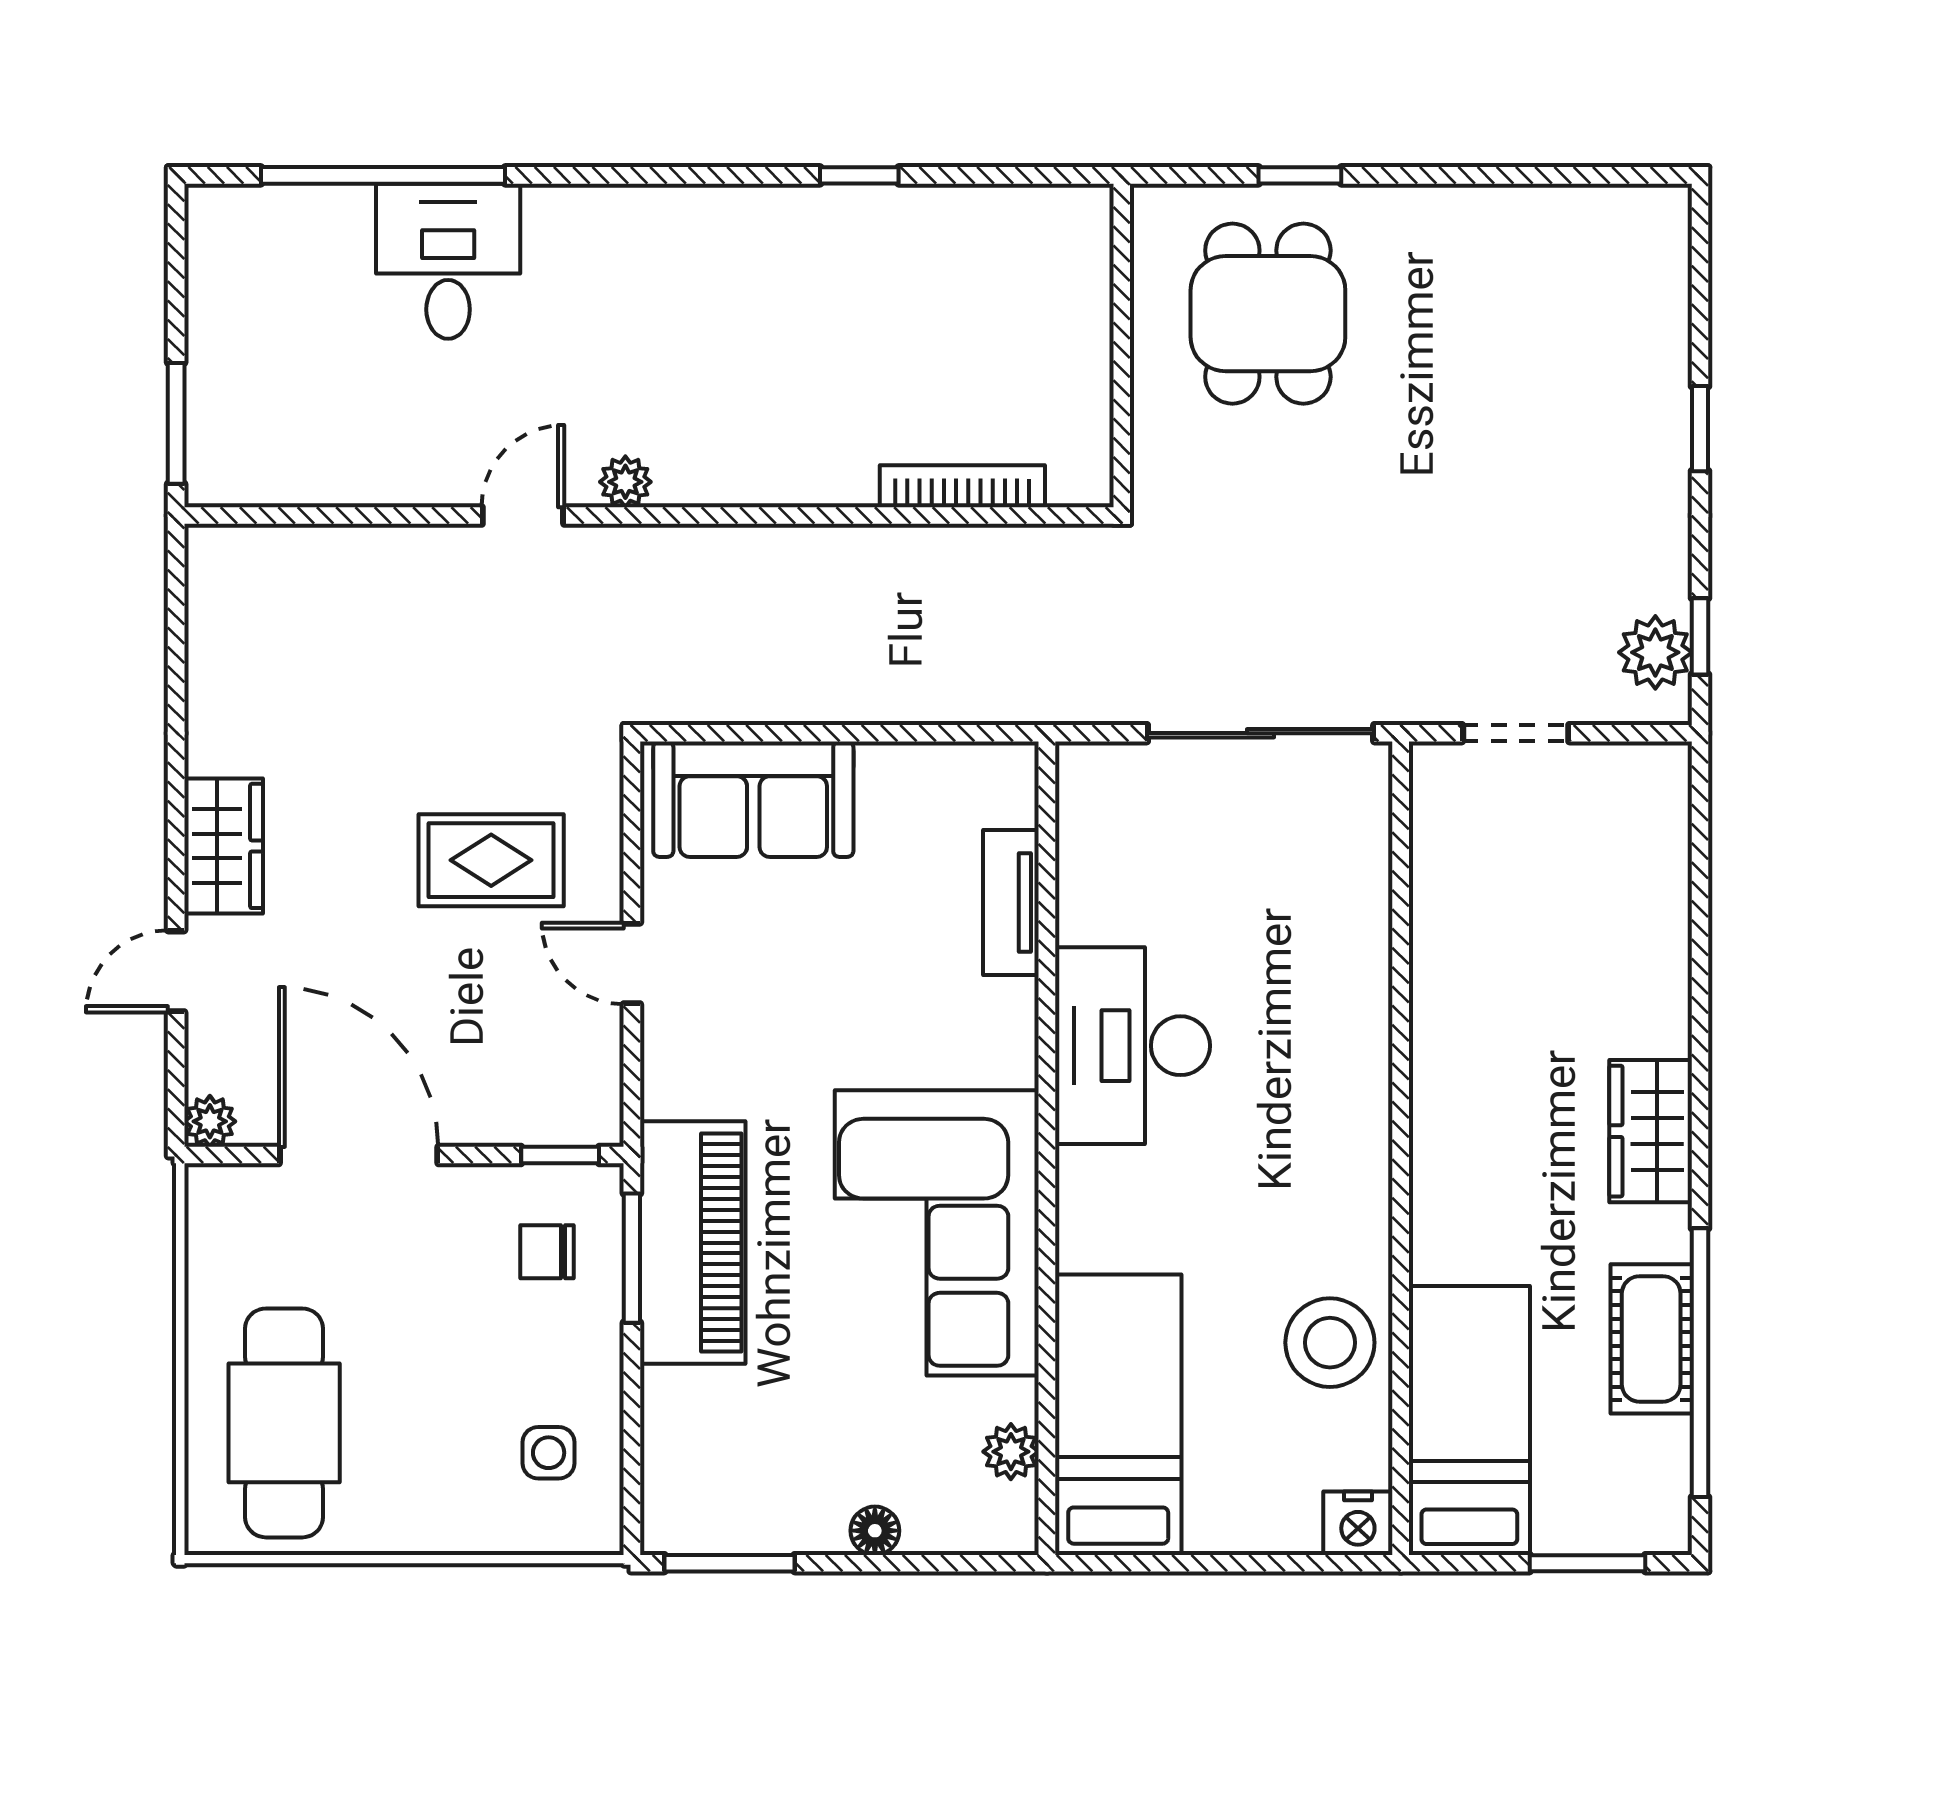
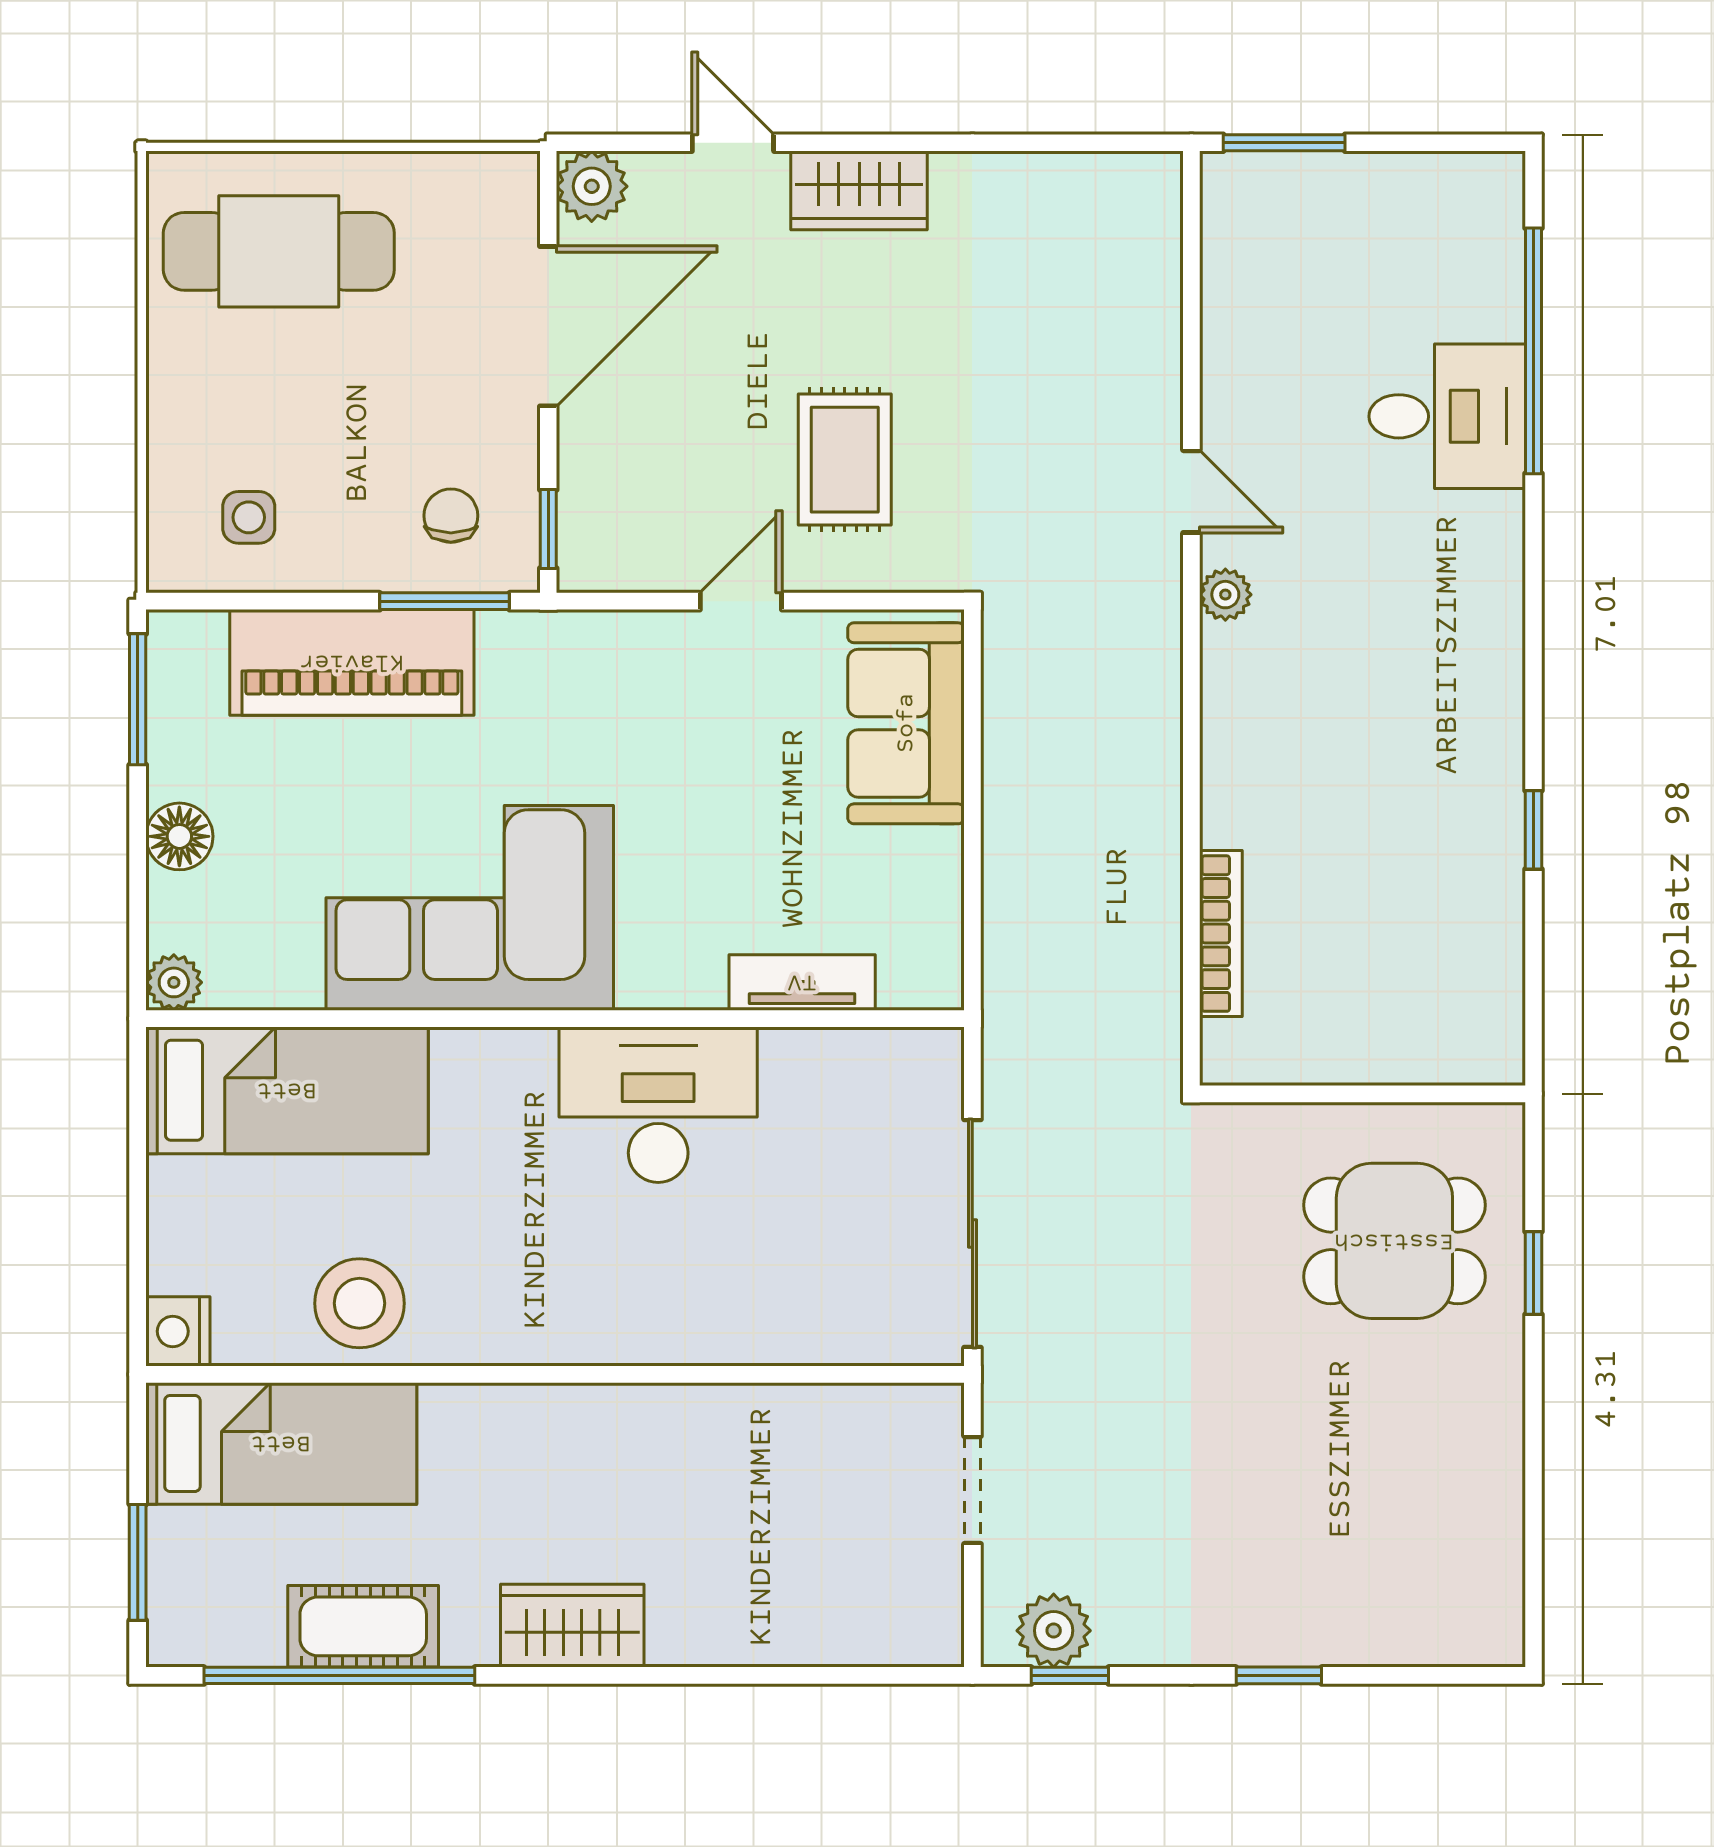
plant: (210, 1121) -> (592, 186), width x1.38, depth x1.38
piano: (693, 1243) -> (352, 662), moved
plant: (1011, 1452) -> (174, 982), moved
floor lamp: (875, 1531) -> (179, 836), width x1.37, depth x1.37

